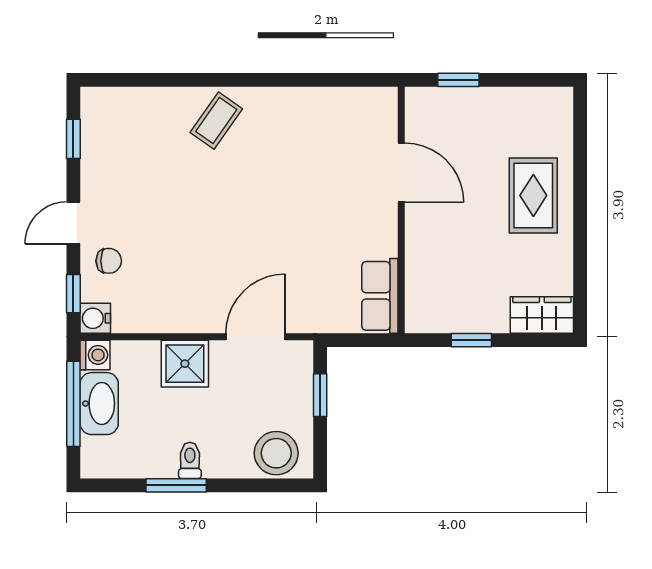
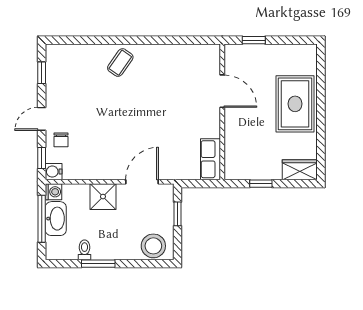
rug: (533, 195) -> (295, 104), width x1.36, depth x1.43
chair: (109, 261) -> (61, 140), turned 90
toilet: (190, 460) -> (85, 250), moved

